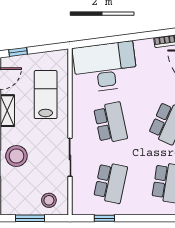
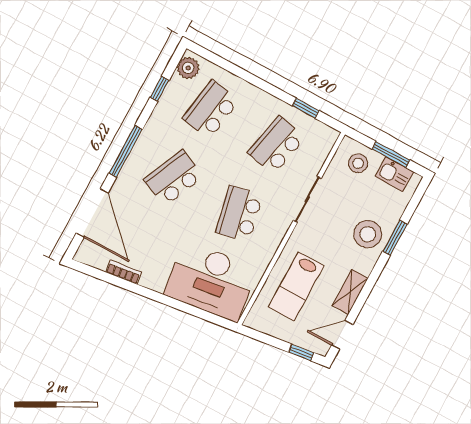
kitchen sink: (21, 206) -> (394, 174), added

